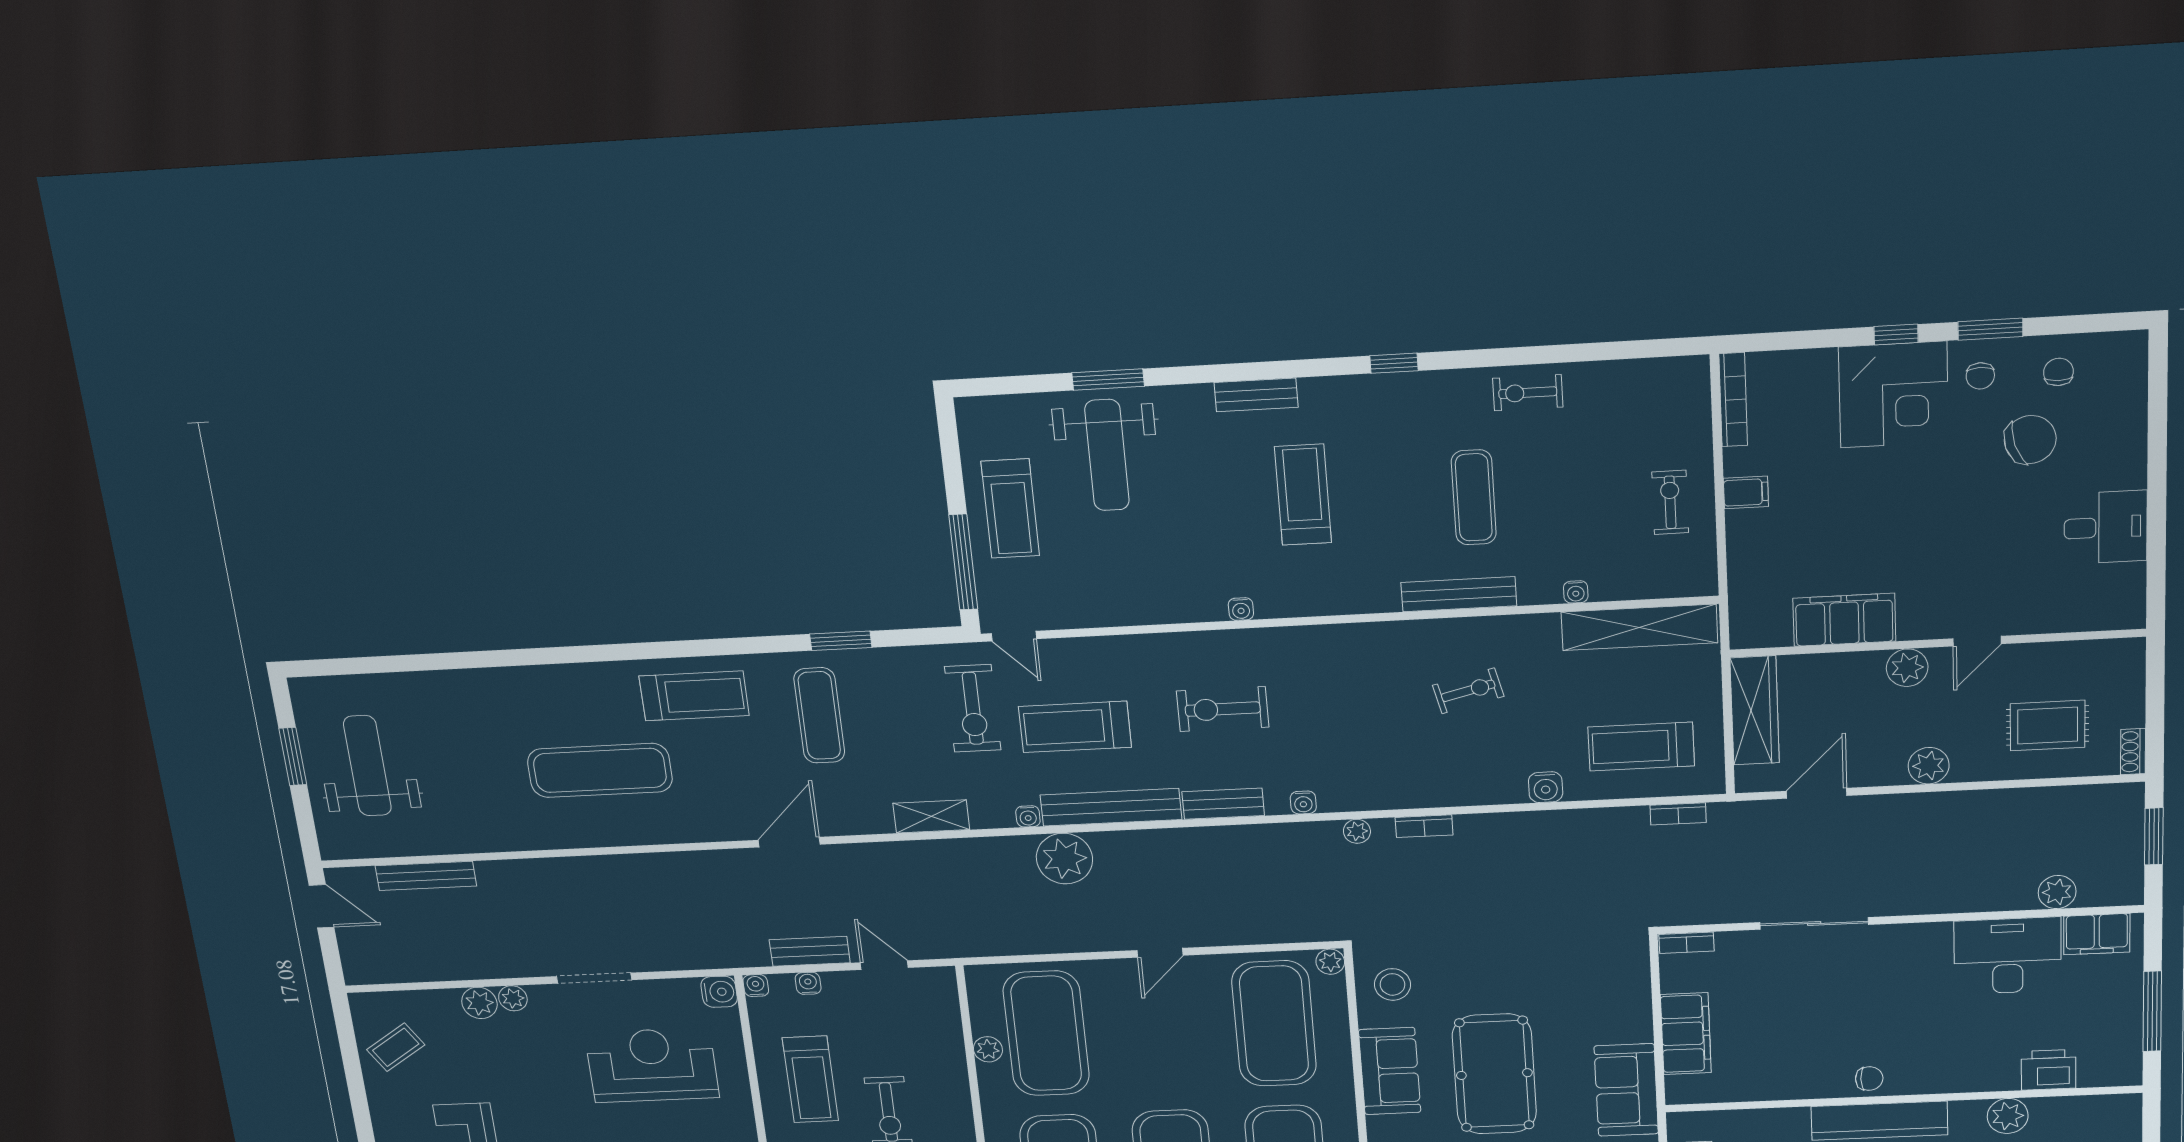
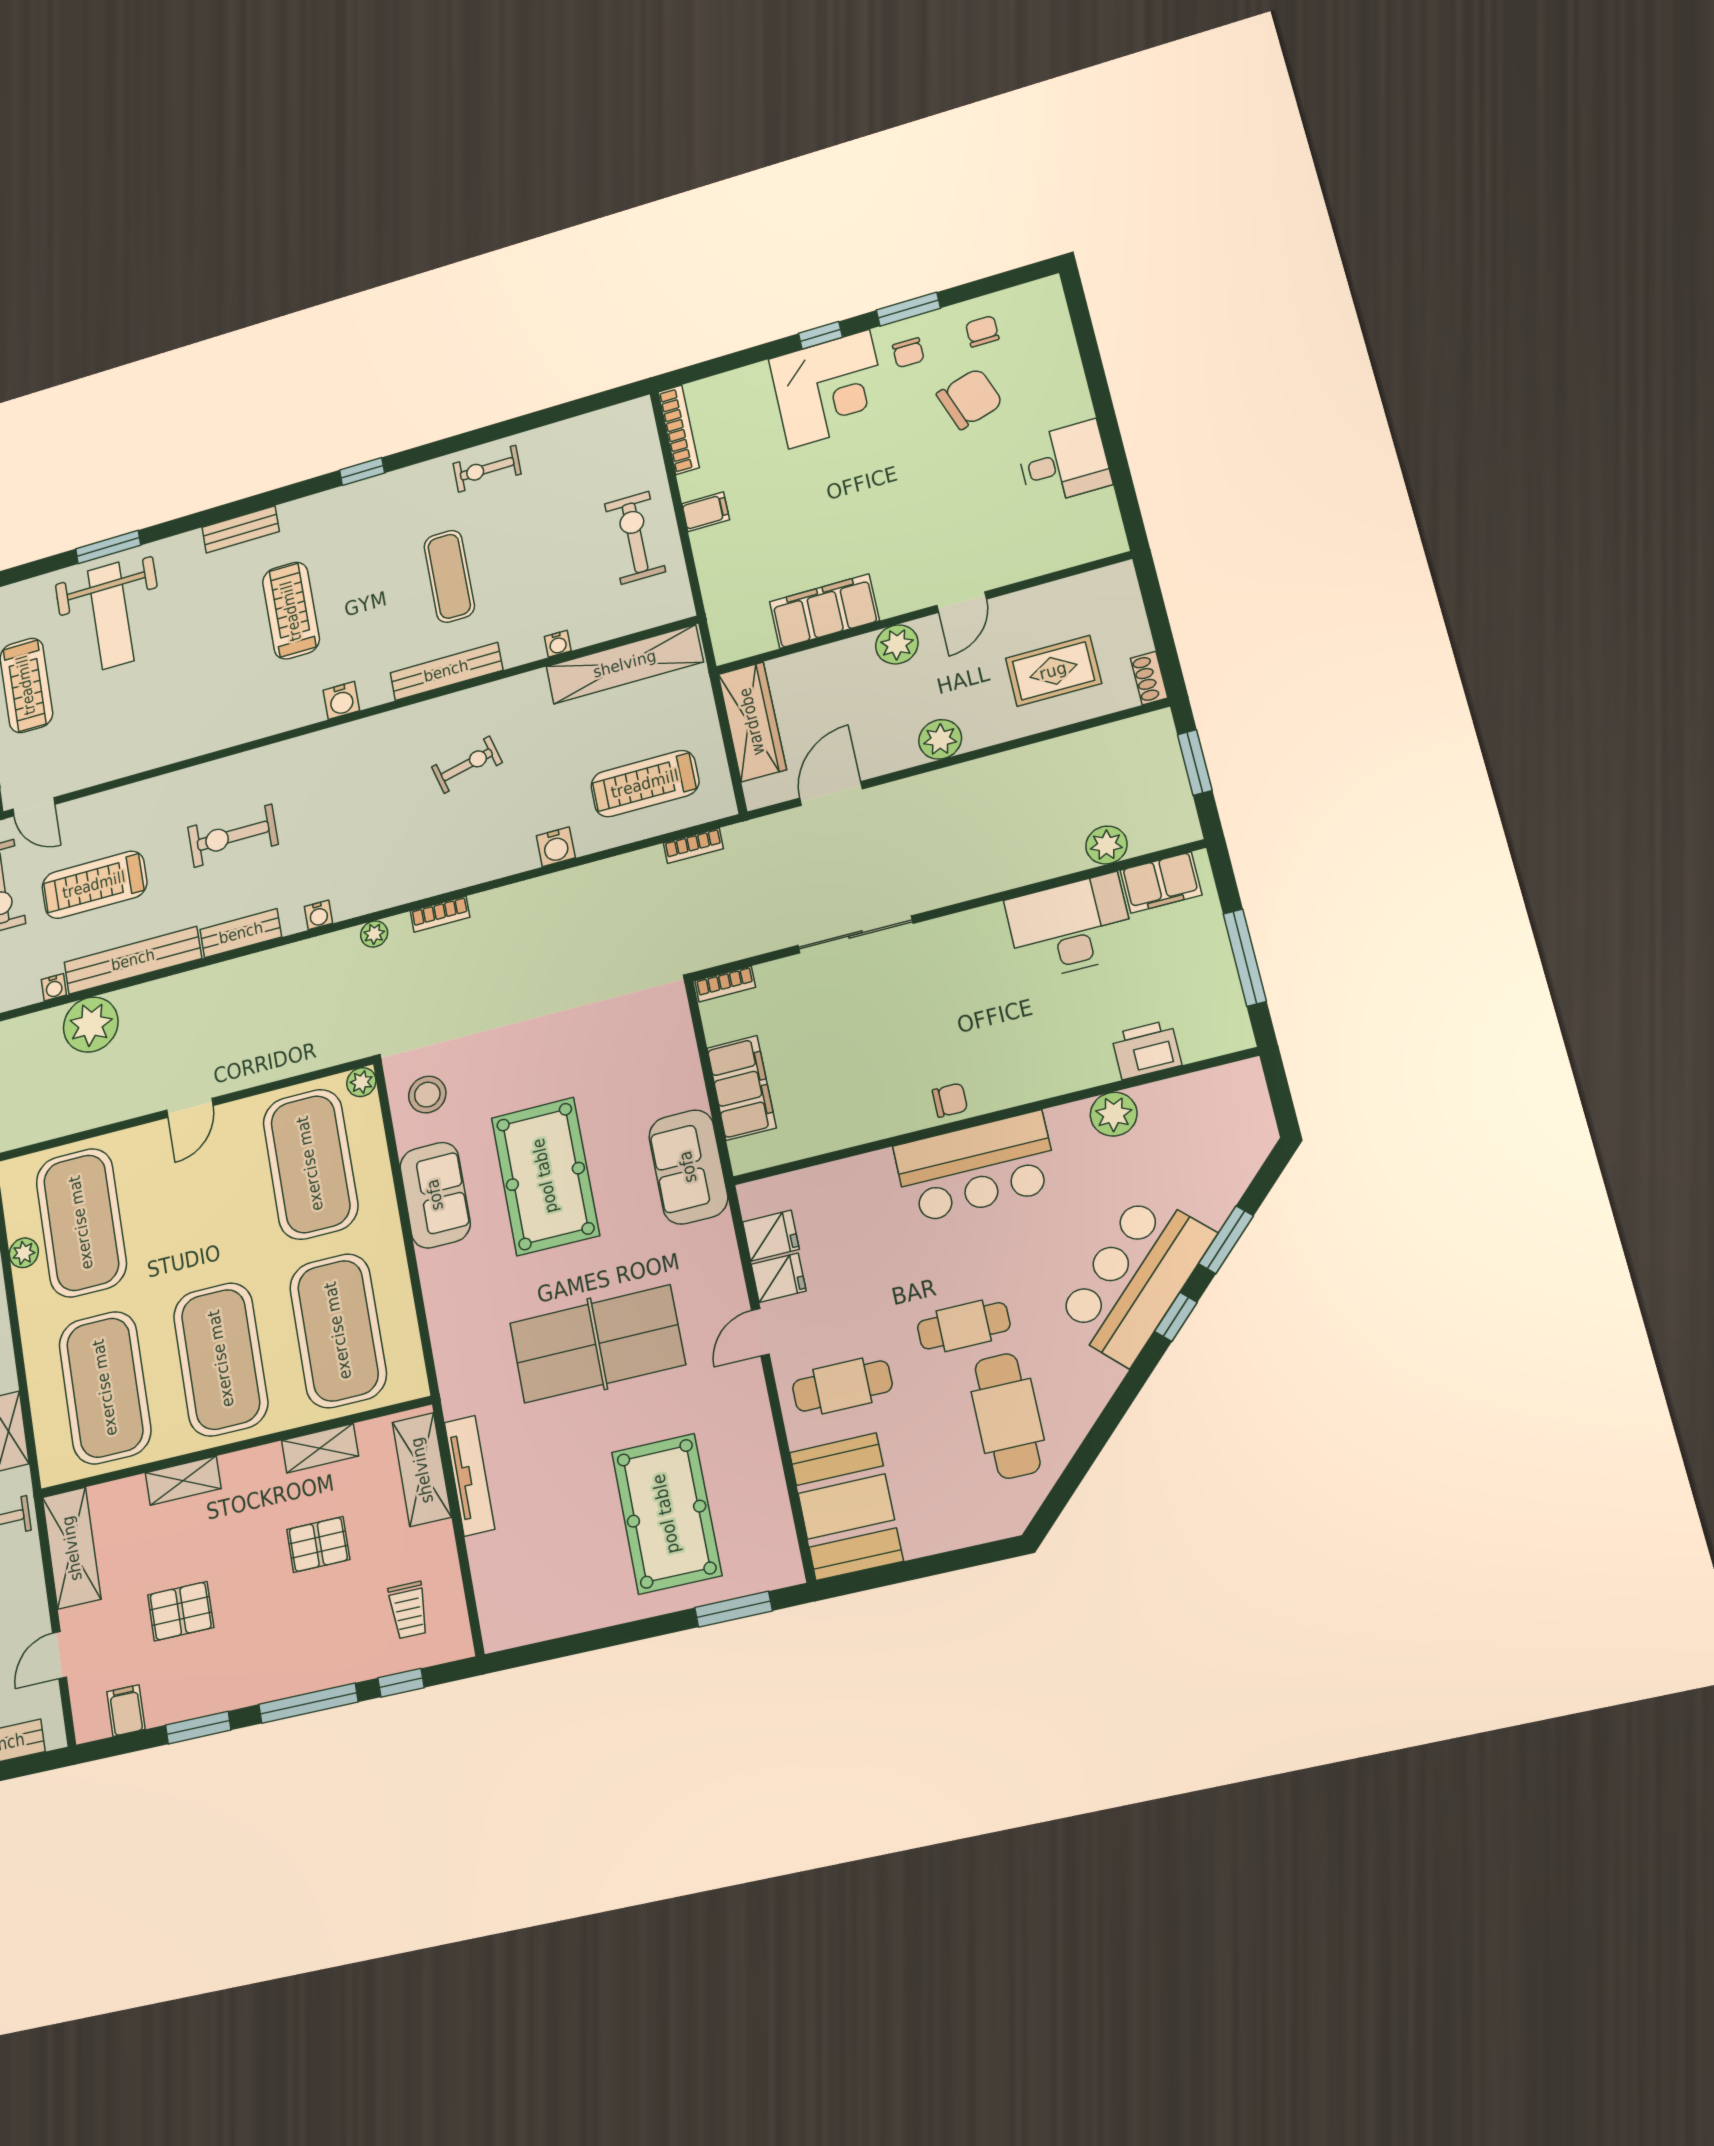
exercise bike: (1670, 502) -> (635, 538), width x1.38, depth x1.39
water cooler: (1241, 609) -> (341, 700), moved, width x1.38, depth x1.38

